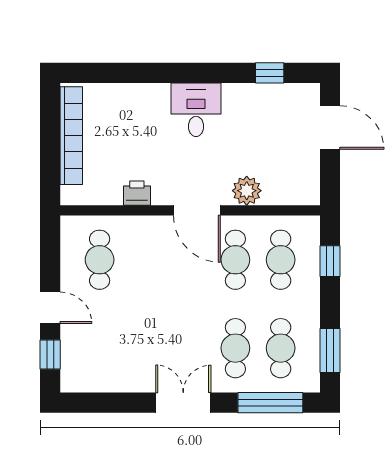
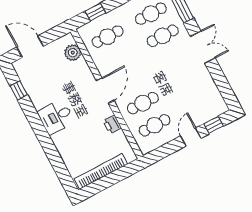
door: (330, 128) -> (30, 47), hinge flipped
plant: (247, 191) -> (73, 53), moved
cafe table: (235, 260) -> (143, 103), moved
double door: (183, 403) -> (203, 47), swing flipped

